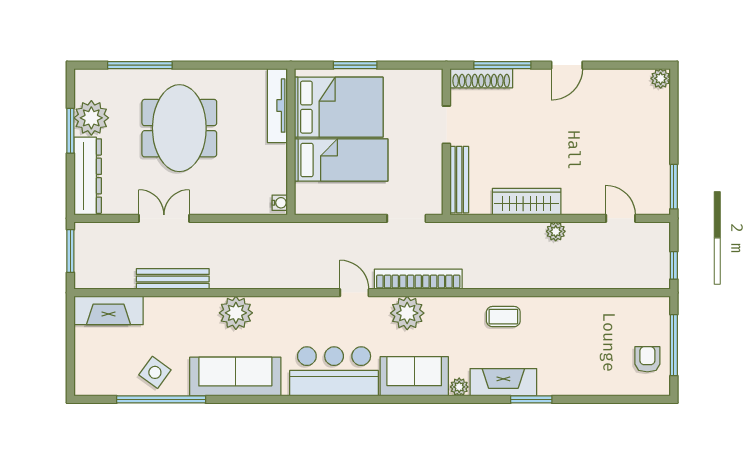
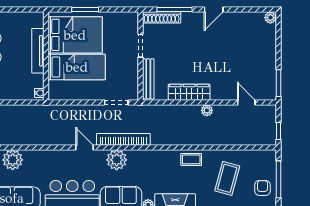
tv unit: (277, 106) -> (38, 51), moved
coffee table: (503, 317) -> (191, 159), moved
coffee table: (589, 343) -> (227, 178), added

